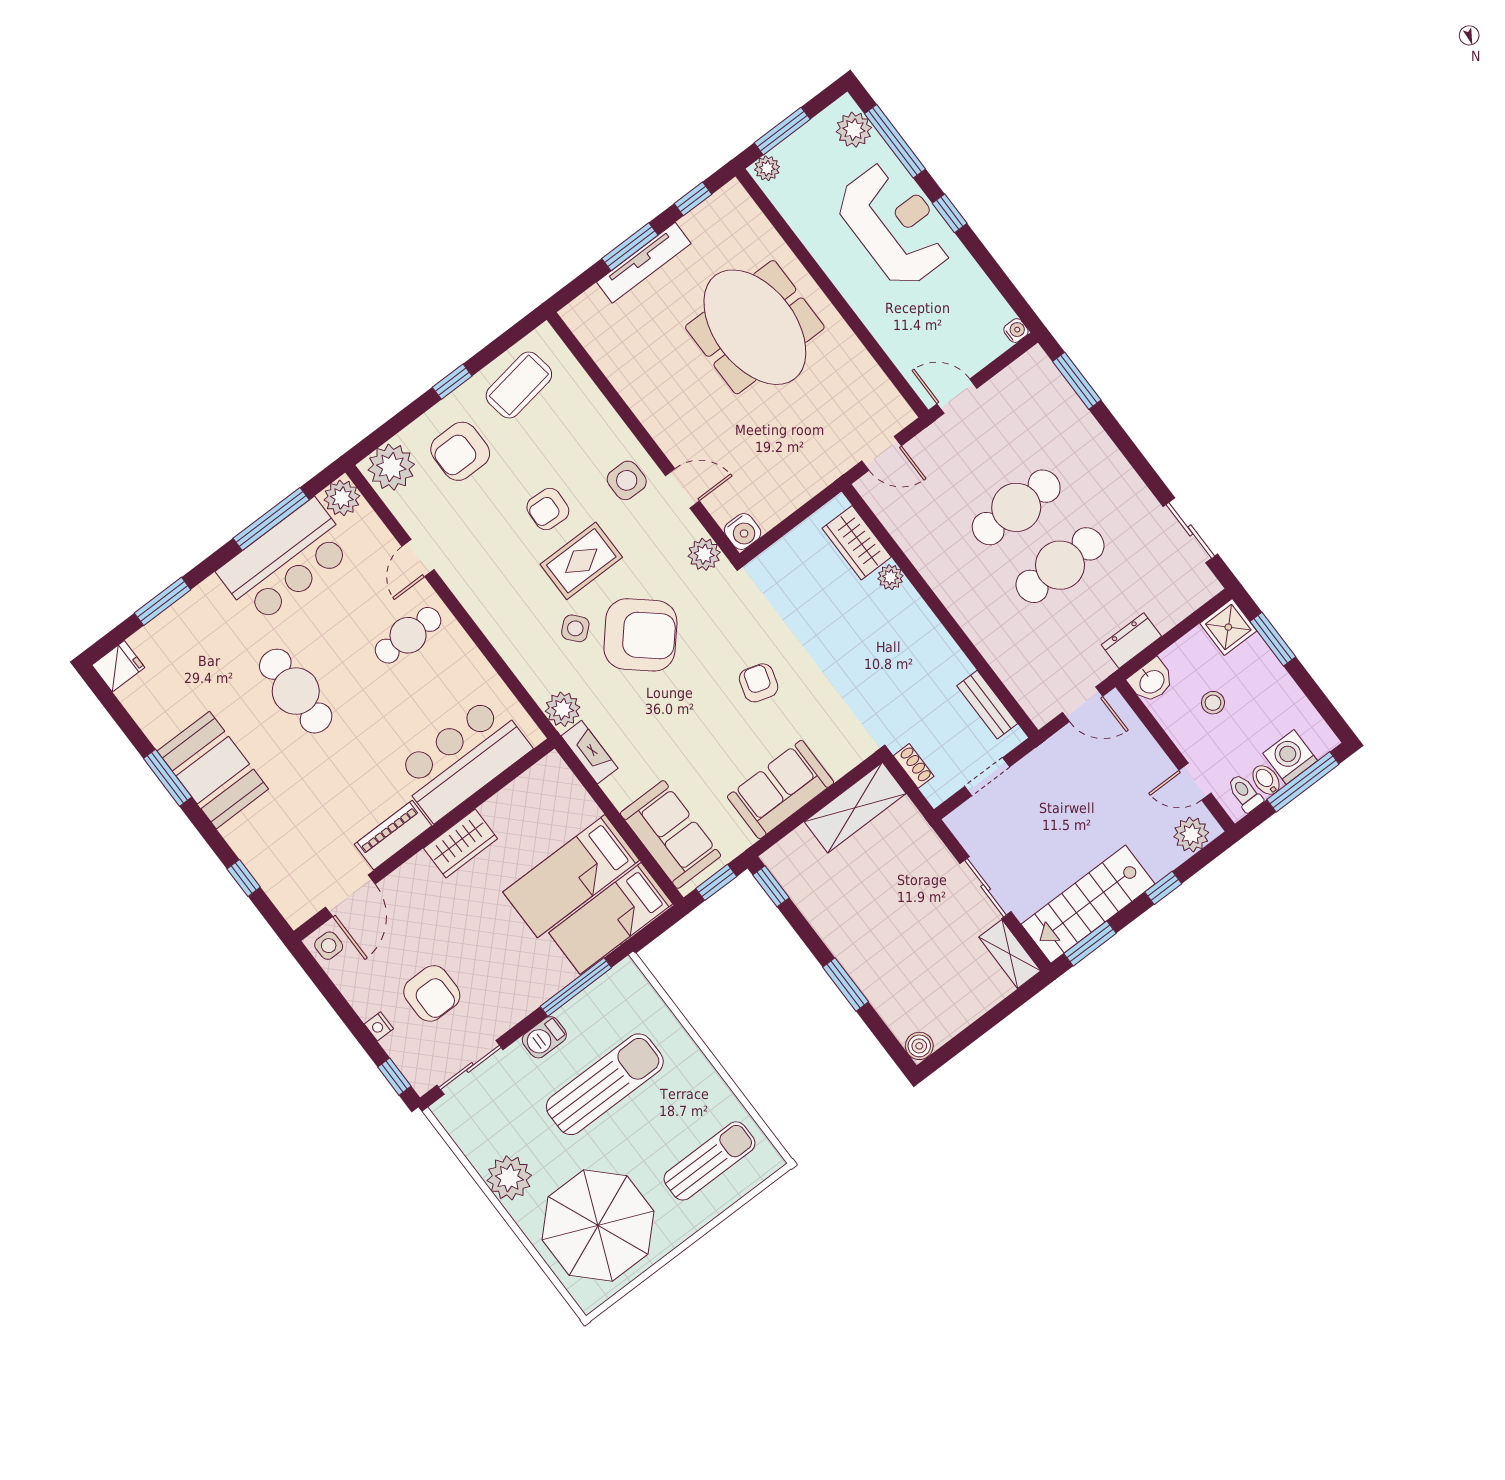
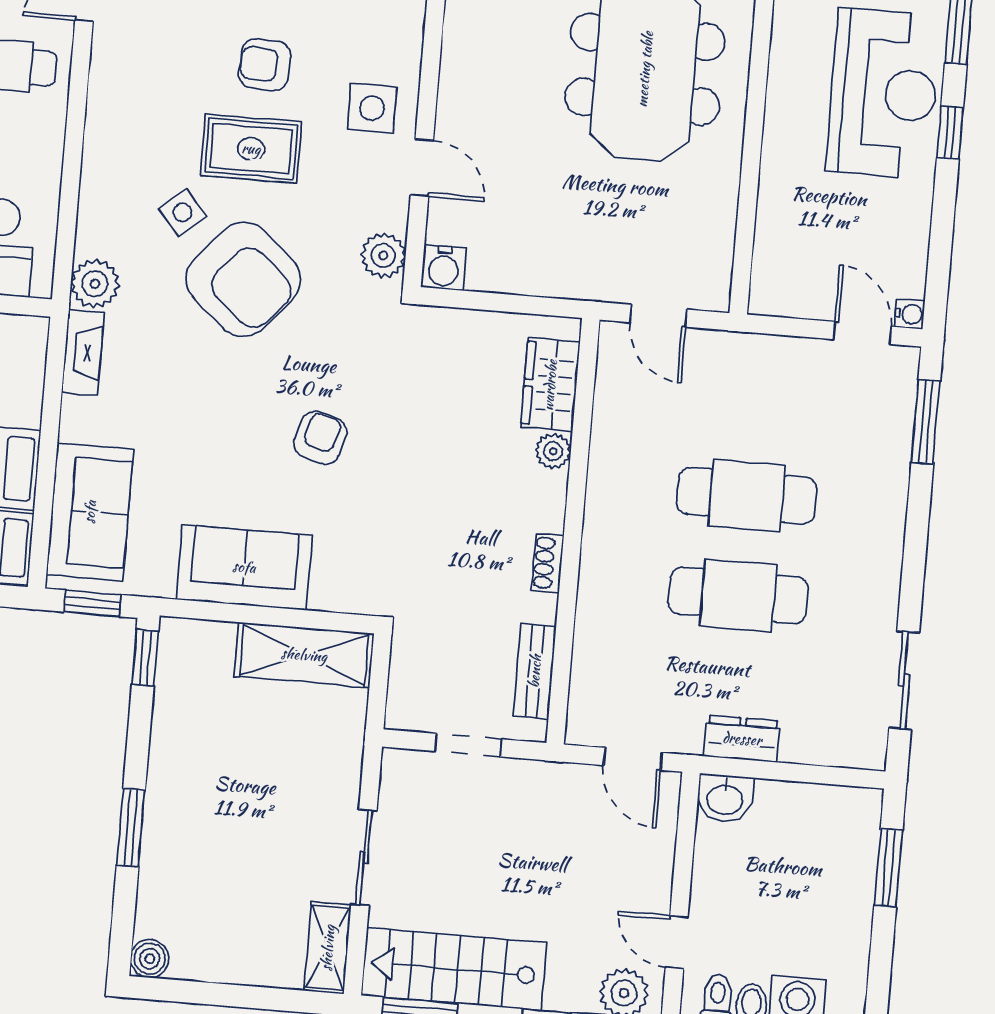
door: (957, 396) -> (862, 333), moved
shower: (1228, 627) -> (854, 814), removed
stool: (1213, 703) -> (768, 878), removed
shoe rack: (914, 766) -> (548, 563), moved, turned 180

